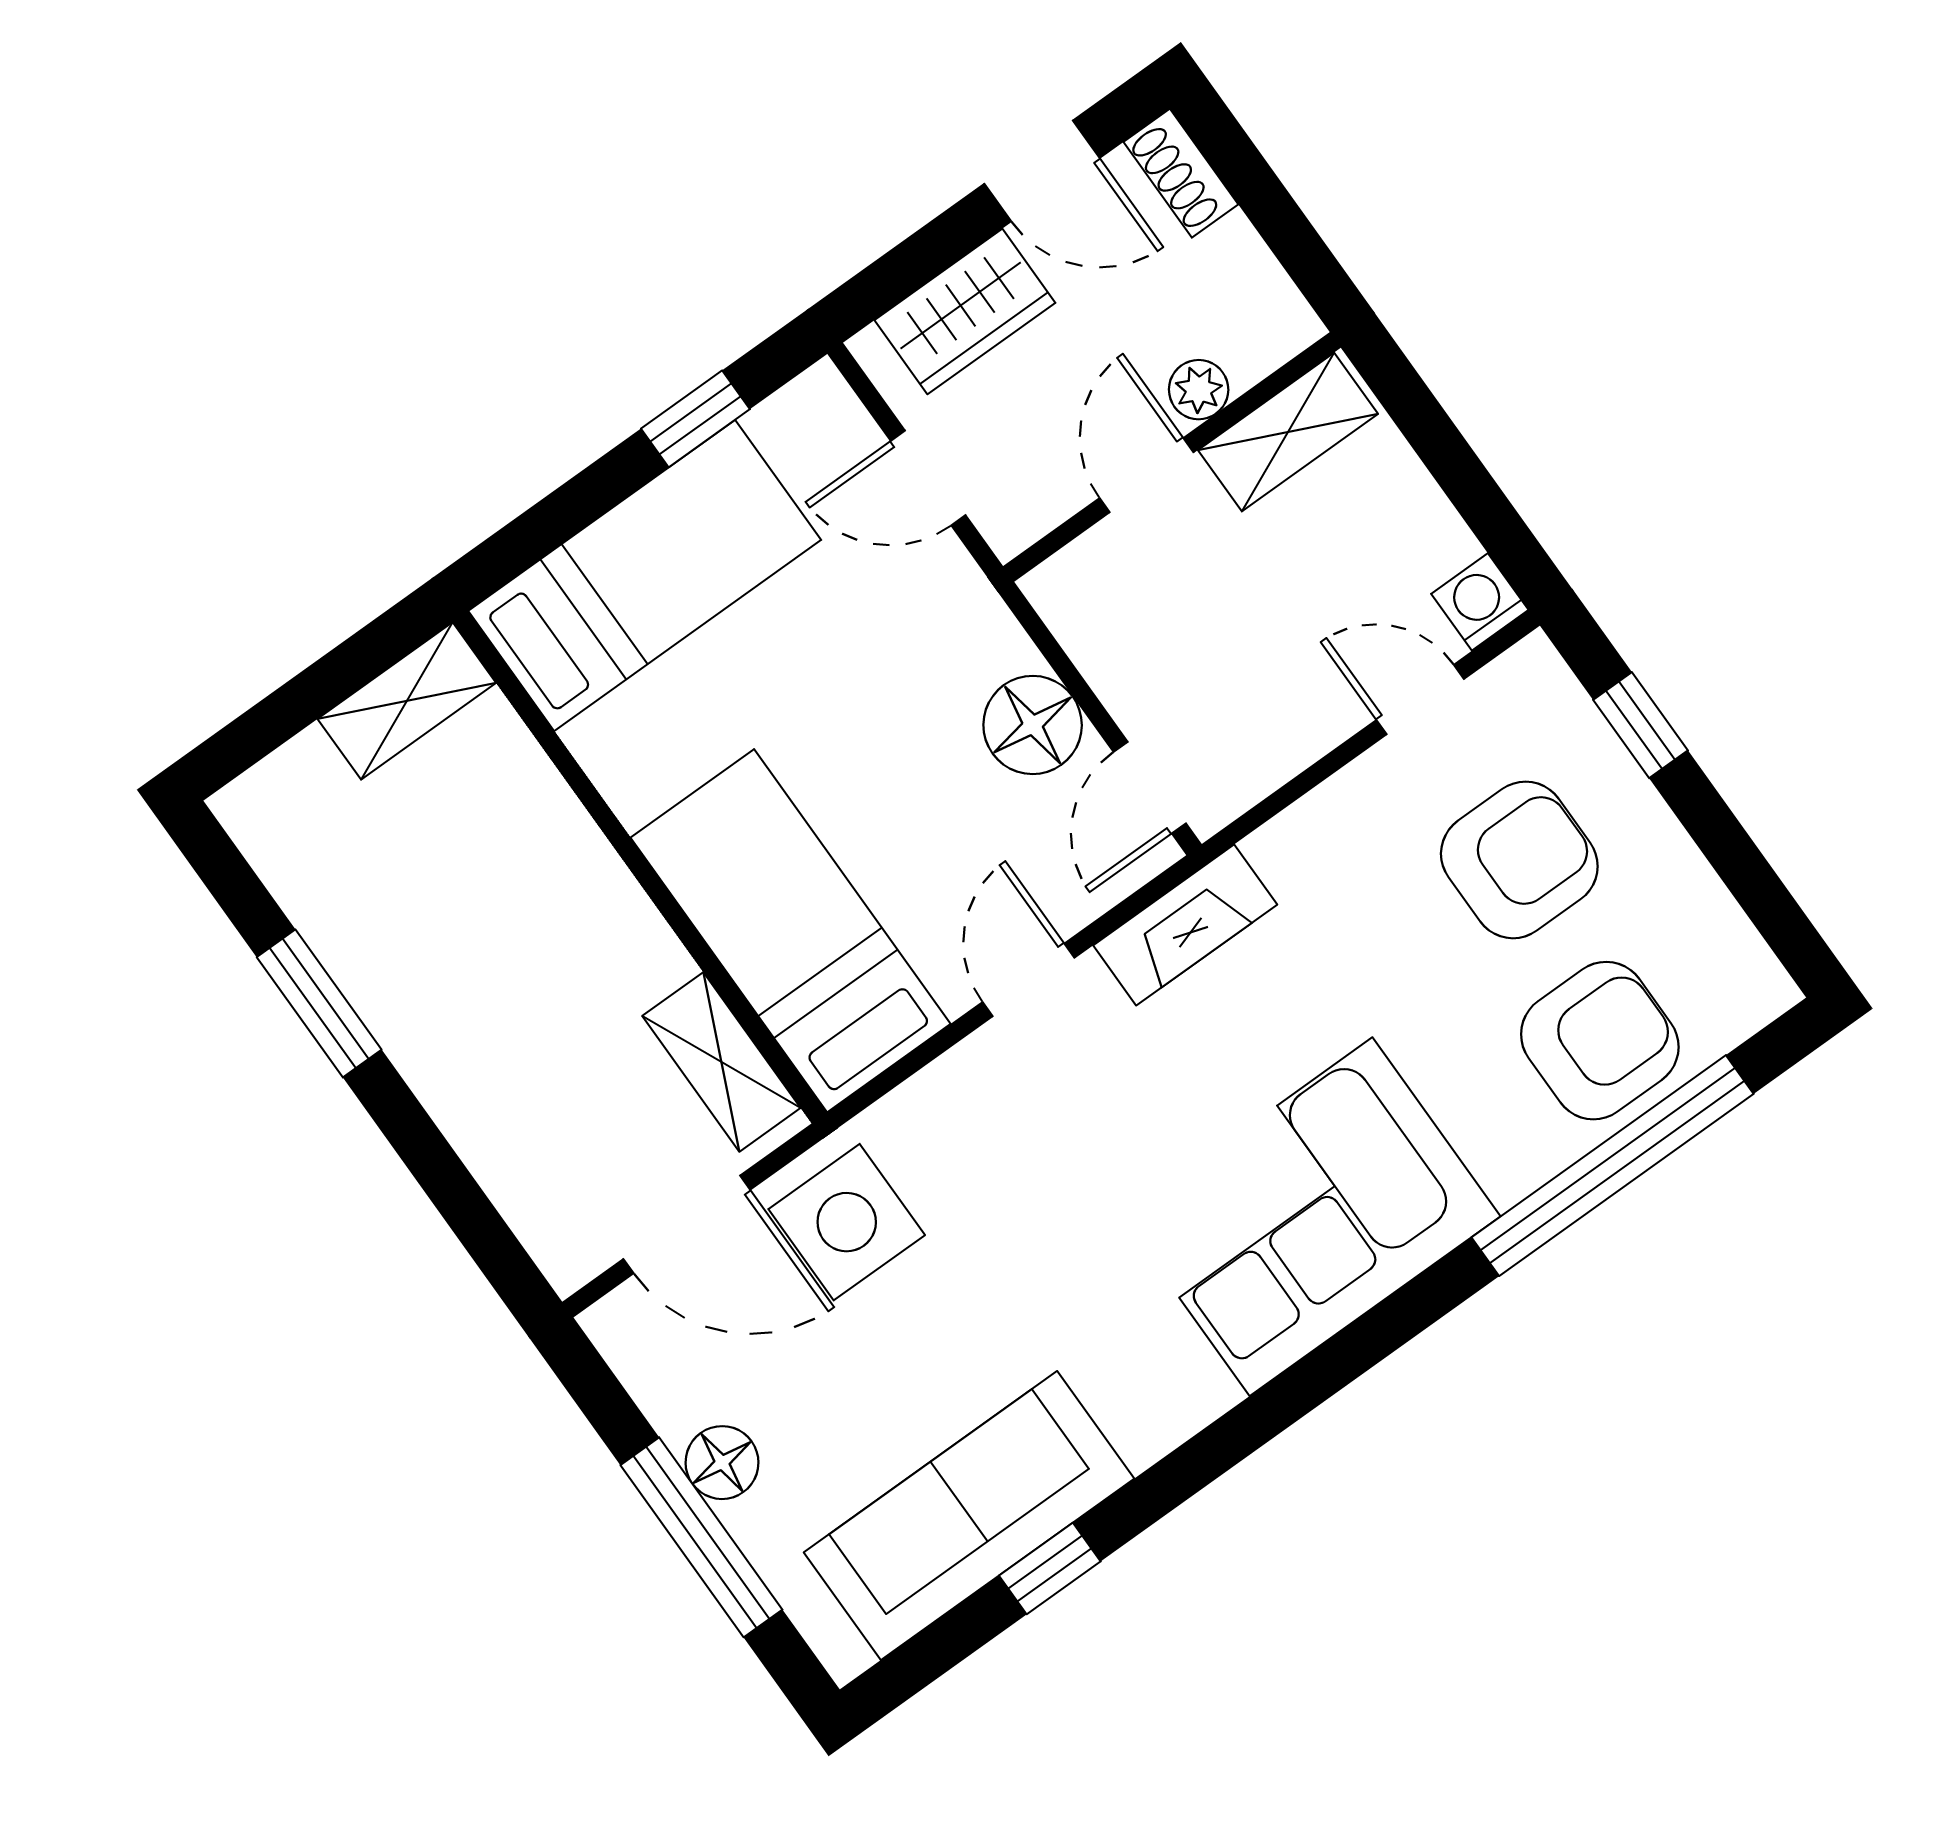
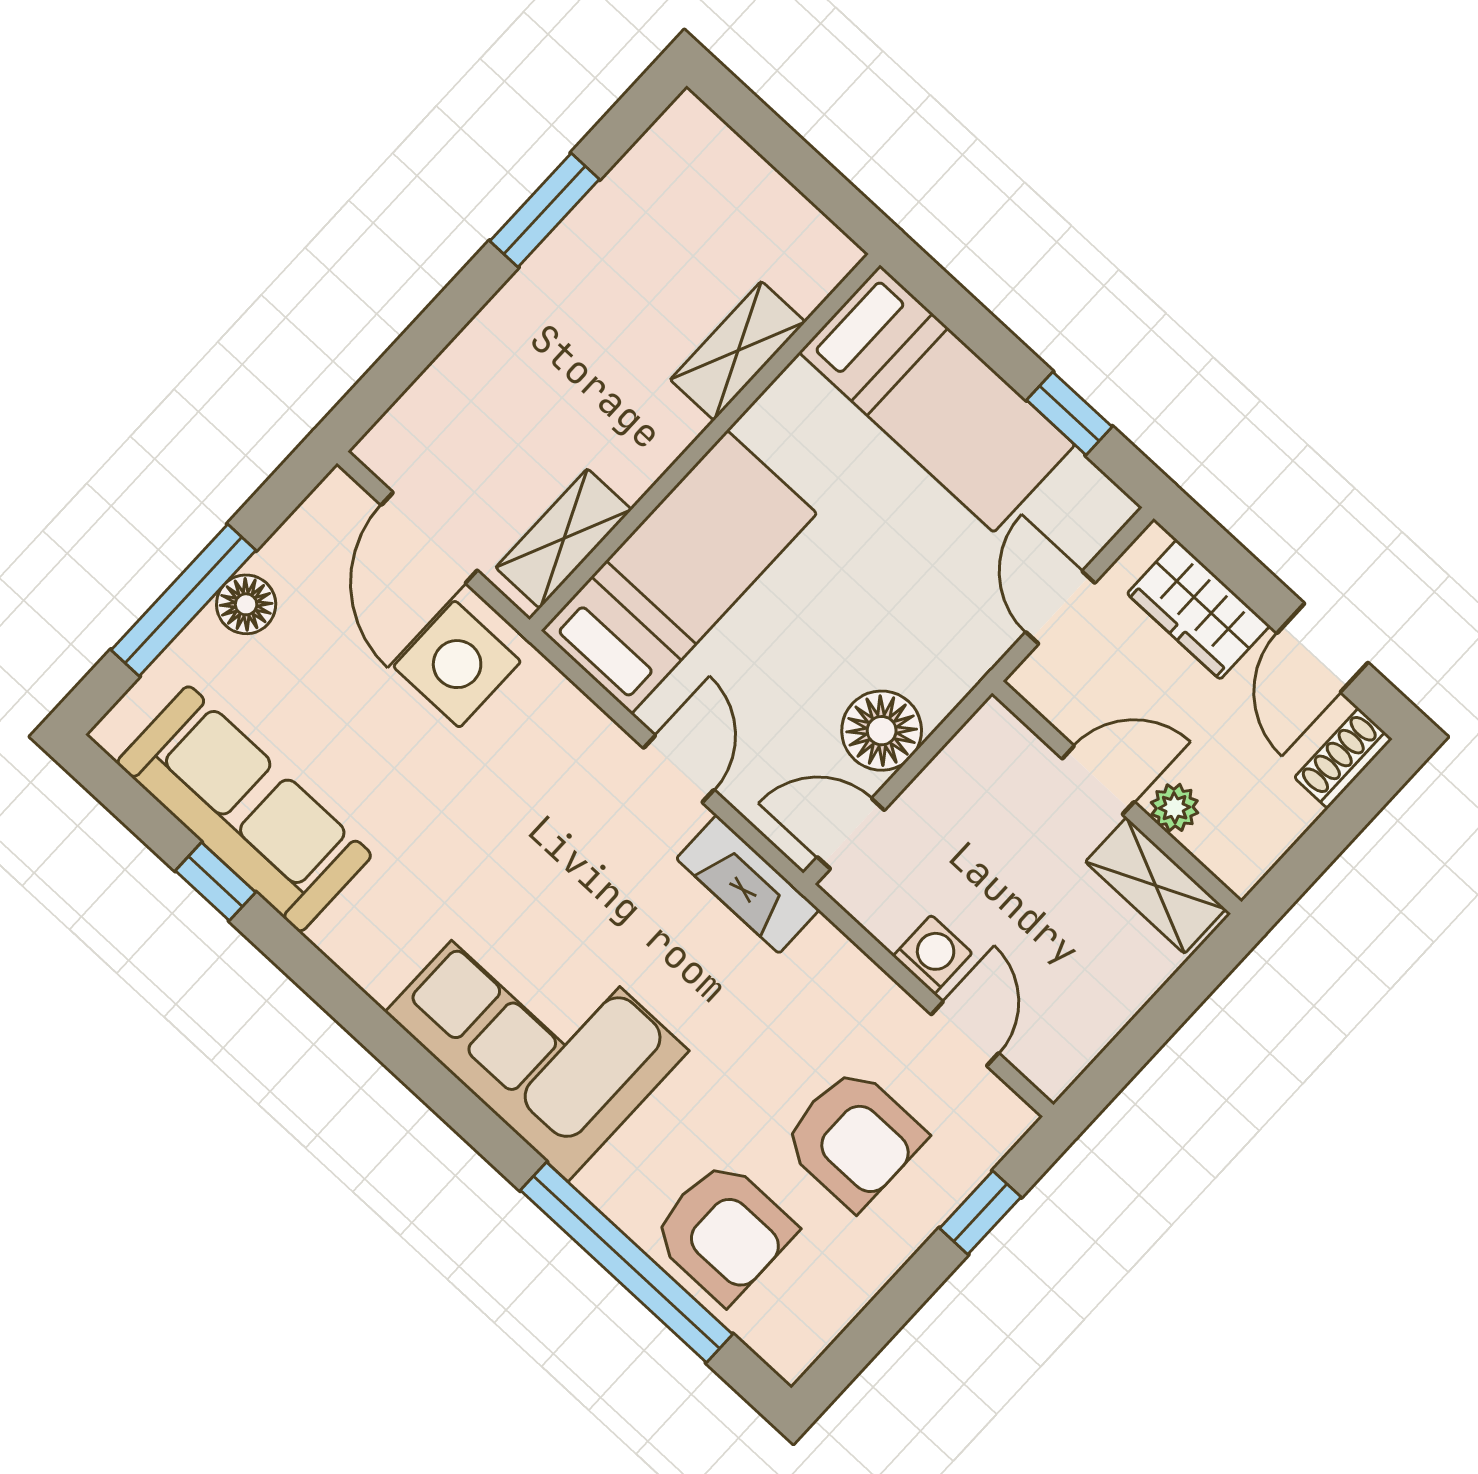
washing machine: (1480, 602) -> (933, 955), moved
shelving: (407, 701) -> (738, 351), moved, turned 90
door: (1029, 980) -> (679, 769), hinge flipped

